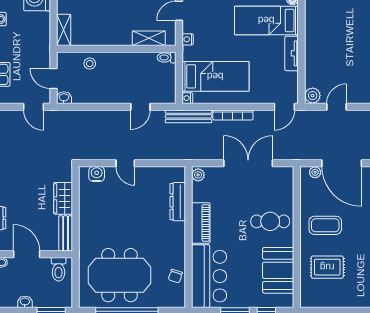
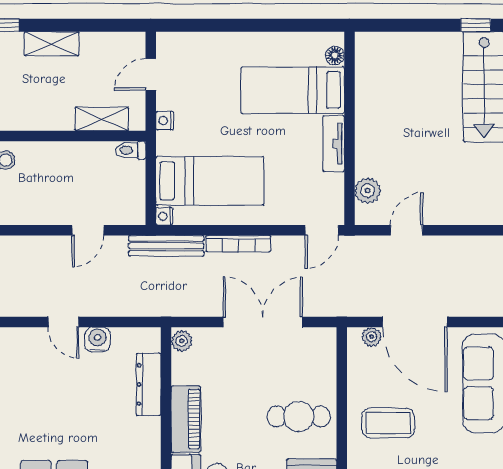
plant: (313, 96) -> (368, 191), moved
water cooler: (97, 174) -> (97, 339), moved

